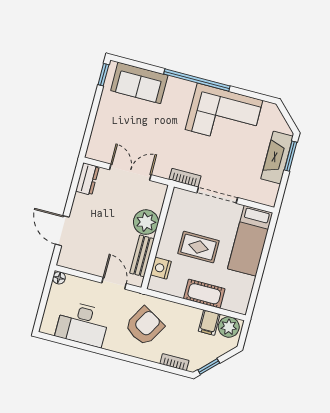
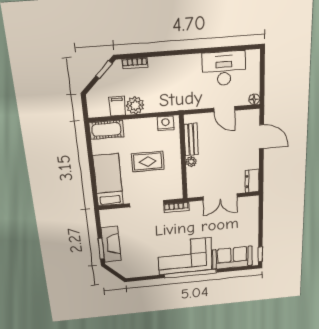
corner sofa: (224, 115) -> (185, 256), moved
plant: (146, 222) -> (191, 162), width x0.53, depth x0.53
nightstand: (161, 268) -> (166, 123), moved, turned -90
door: (114, 283) -> (224, 109), moved
cot: (204, 294) -> (106, 130), moved
armchair: (145, 326) -> (171, 85), removed
plant: (229, 327) -> (135, 105), moved

